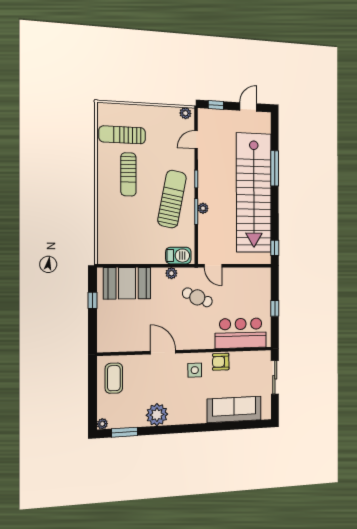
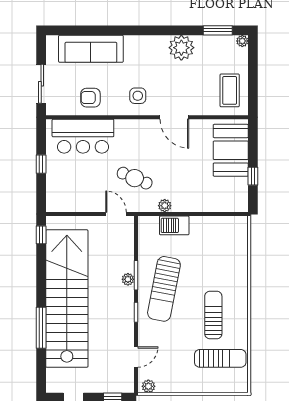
barbecue: (178, 256) -> (174, 225), moved
booth: (127, 283) -> (231, 150), moved, turned 90
armchair: (221, 362) -> (90, 98), moved, turned 180

